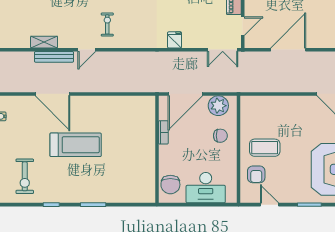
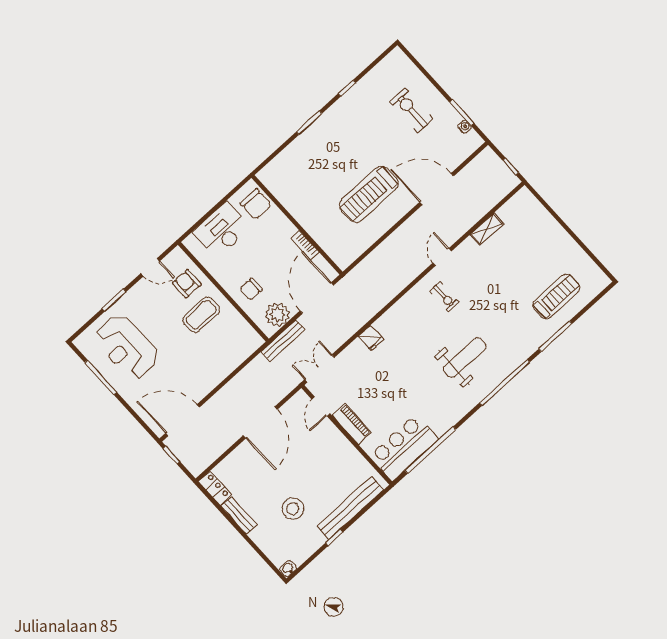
bench: (54, 57) -> (283, 341), moved
treadmill: (76, 145) -> (369, 194), moved
exercise bike: (25, 176) -> (412, 110), moved
chair: (170, 185) -> (256, 204), turned 180

